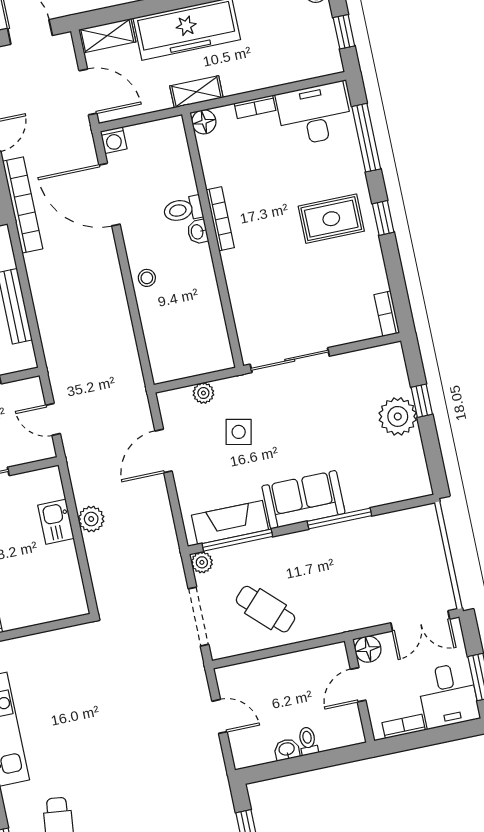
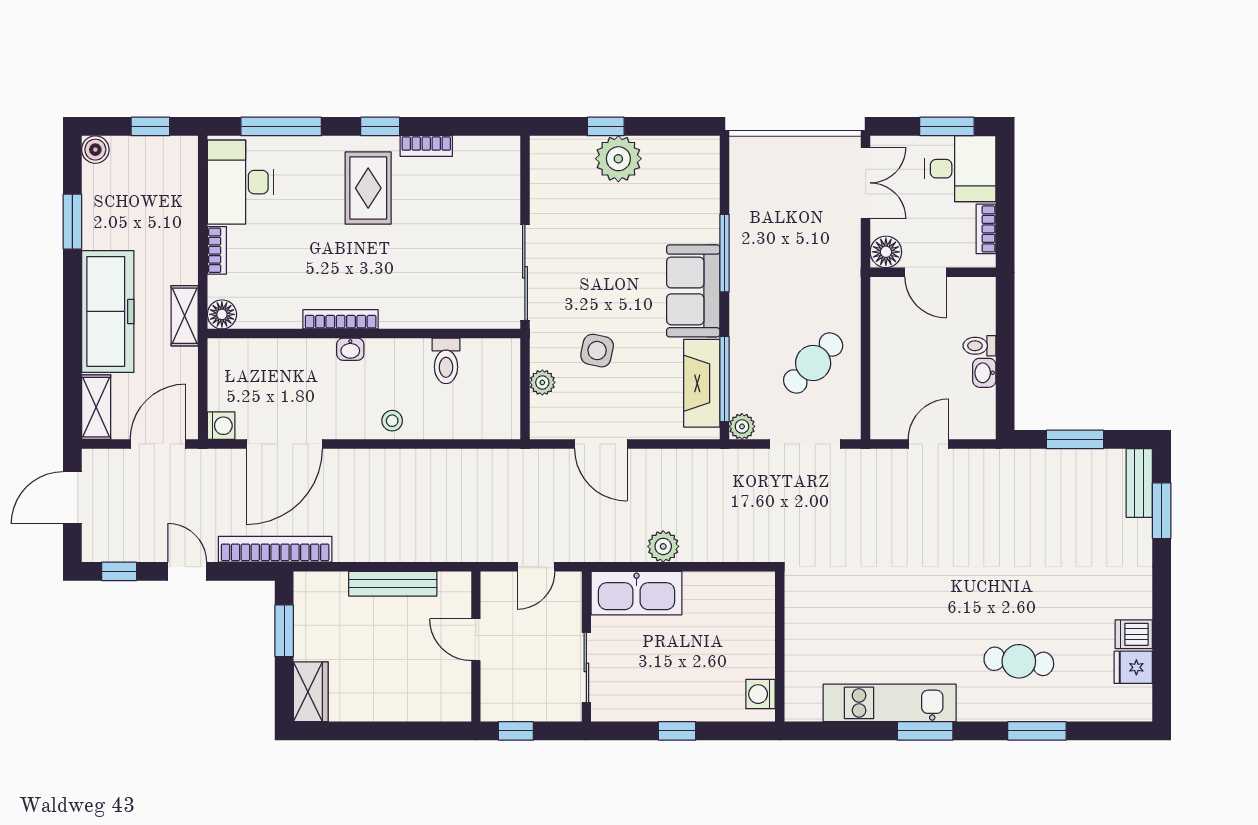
toilet: (183, 209) -> (446, 361), moved
bookcase: (387, 314) -> (426, 146), moved
kitchen sink: (56, 522) -> (637, 593), width x1.87, depth x1.24

